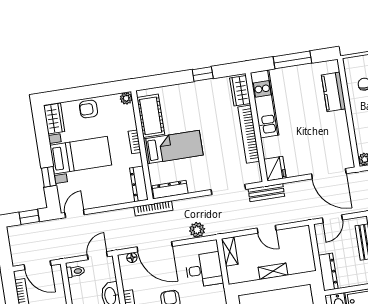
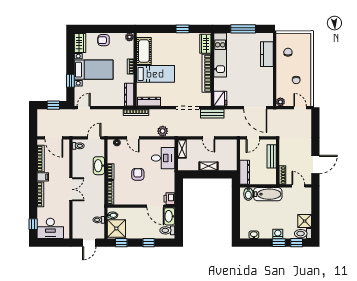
door: (155, 247) -> (133, 138), width x0.53

